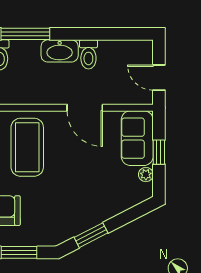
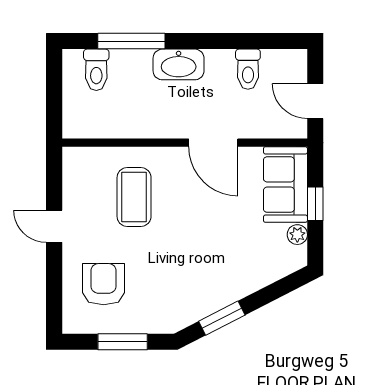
toilet: (88, 54) -> (248, 69), moved
coffee table: (27, 147) -> (134, 197), width x0.73, depth x0.76

